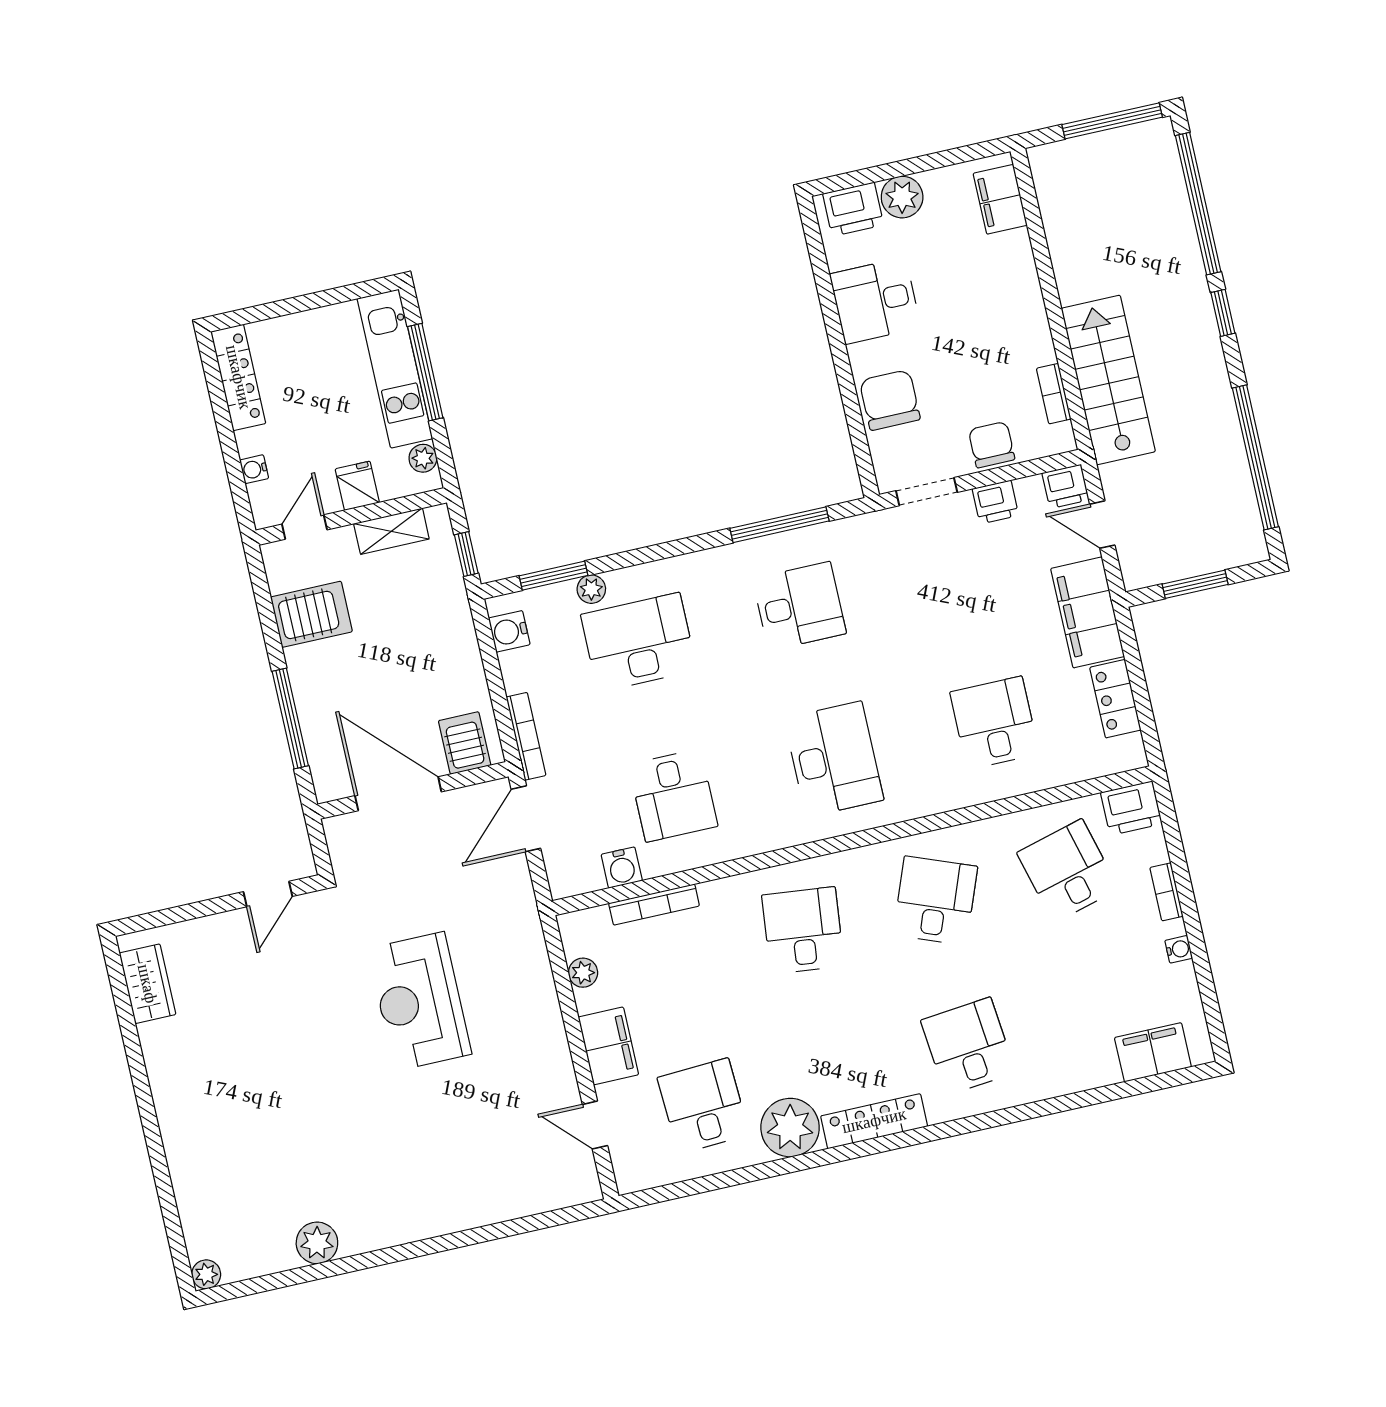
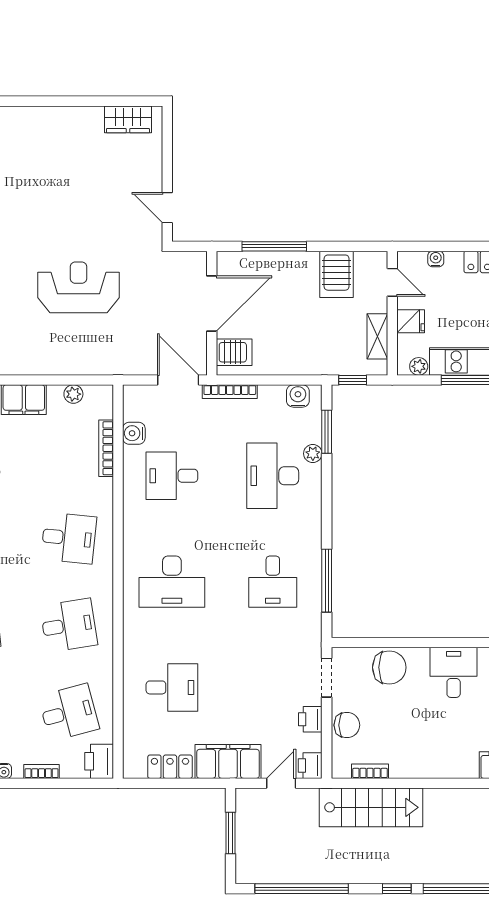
desk: (639, 642) -> (273, 476), turned 180
desk: (935, 901) -> (69, 625), turned -30

